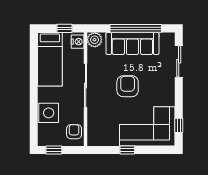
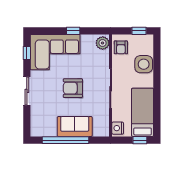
window: (65, 28) -> (140, 140), moved
plant: (95, 40) -> (103, 43), moved
sofa: (132, 43) -> (75, 126), width x0.73
sliding door: (179, 61) -> (27, 91), moved
armchair: (128, 86) -> (73, 88), turned 90

